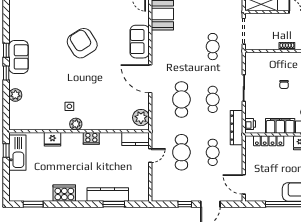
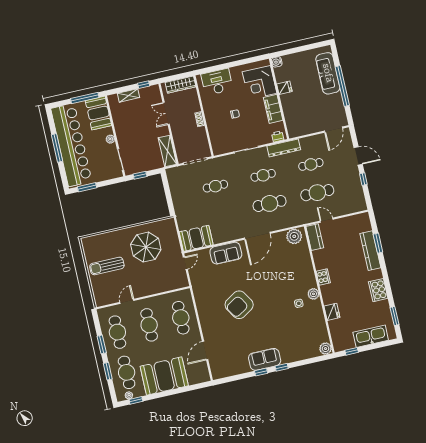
plant: (15, 95) -> (325, 349), moved
locker: (269, 141) -> (289, 116), removed
kitchen sink: (17, 153) -> (371, 336), moved

